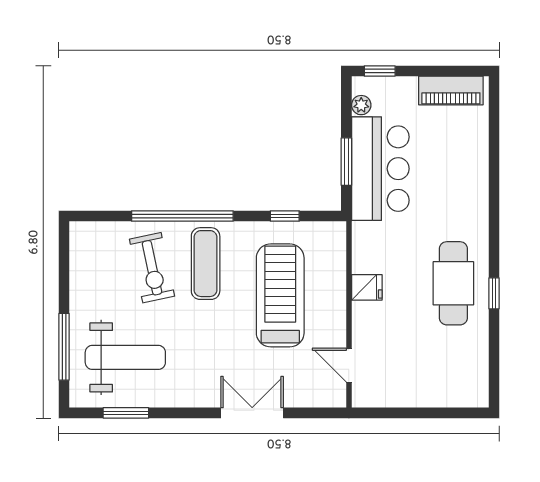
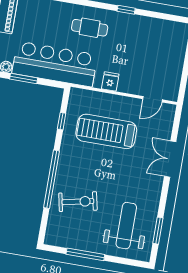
window: (346, 162) -> (24, 78), moved
bar counter: (380, 169) -> (55, 64), width x1.36
exercise mat: (206, 264) -> (81, 171), removed
cafe table: (453, 283) -> (90, 28), moved, width x0.73, depth x0.74
window: (64, 347) -> (85, 254), moved

